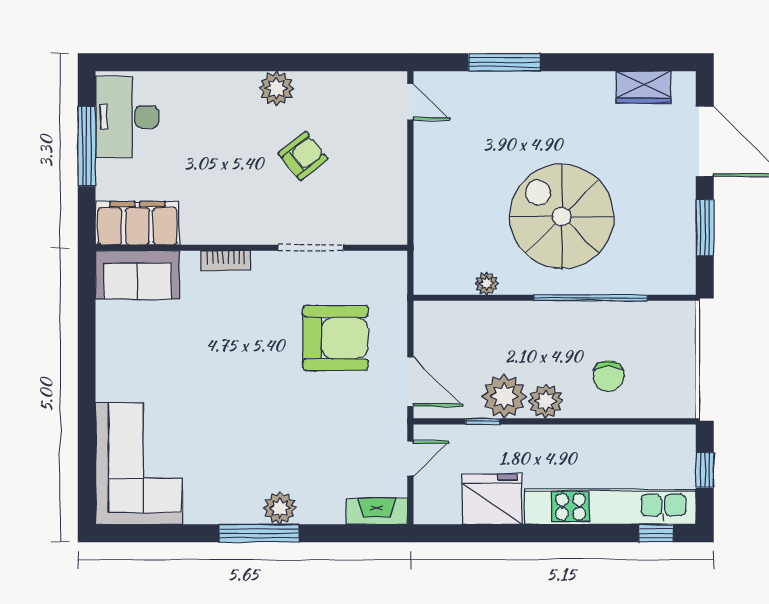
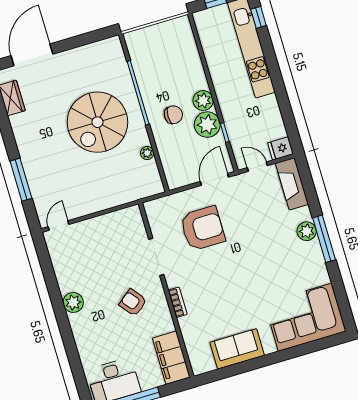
armchair: (303, 156) -> (133, 303), moved
window: (705, 228) -> (80, 41), removed
sofa: (137, 275) -> (237, 349), moved, turned -90
armchair: (335, 338) -> (203, 228), turned 90
chair: (608, 376) -> (173, 115), moved
fridge: (492, 499) -> (281, 148), moved, width x0.53, depth x0.75
fireplace: (377, 511) -> (292, 184), width x1.37, depth x1.32

